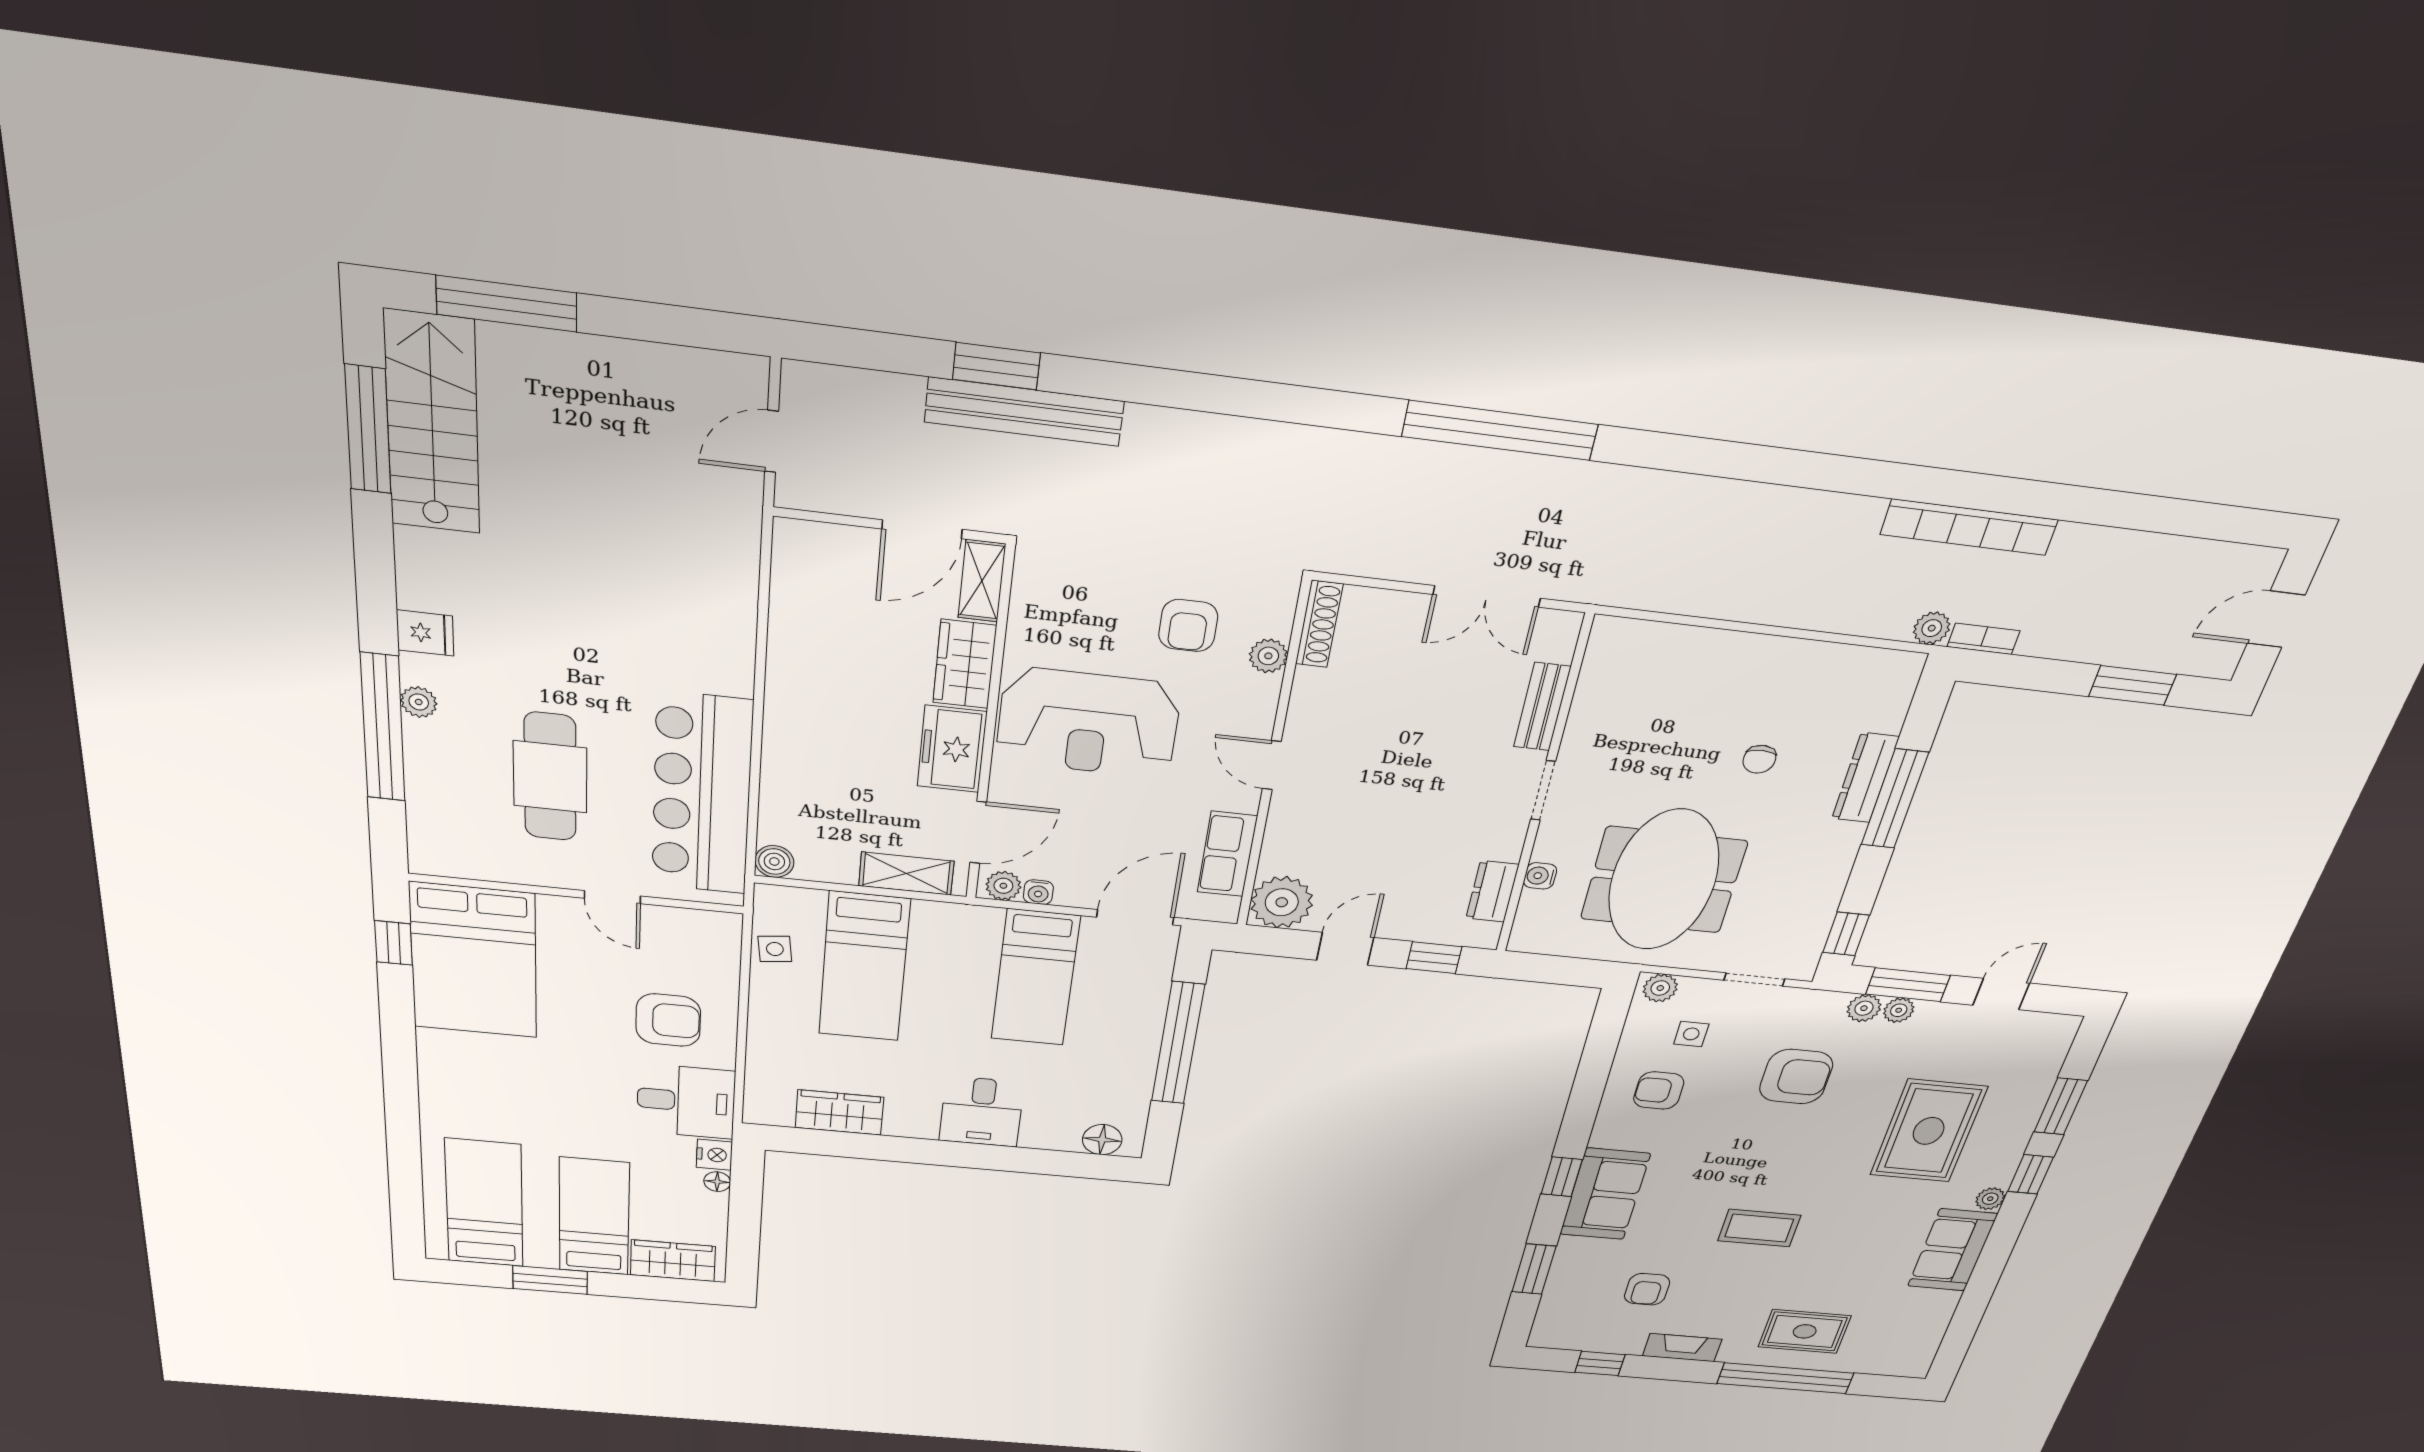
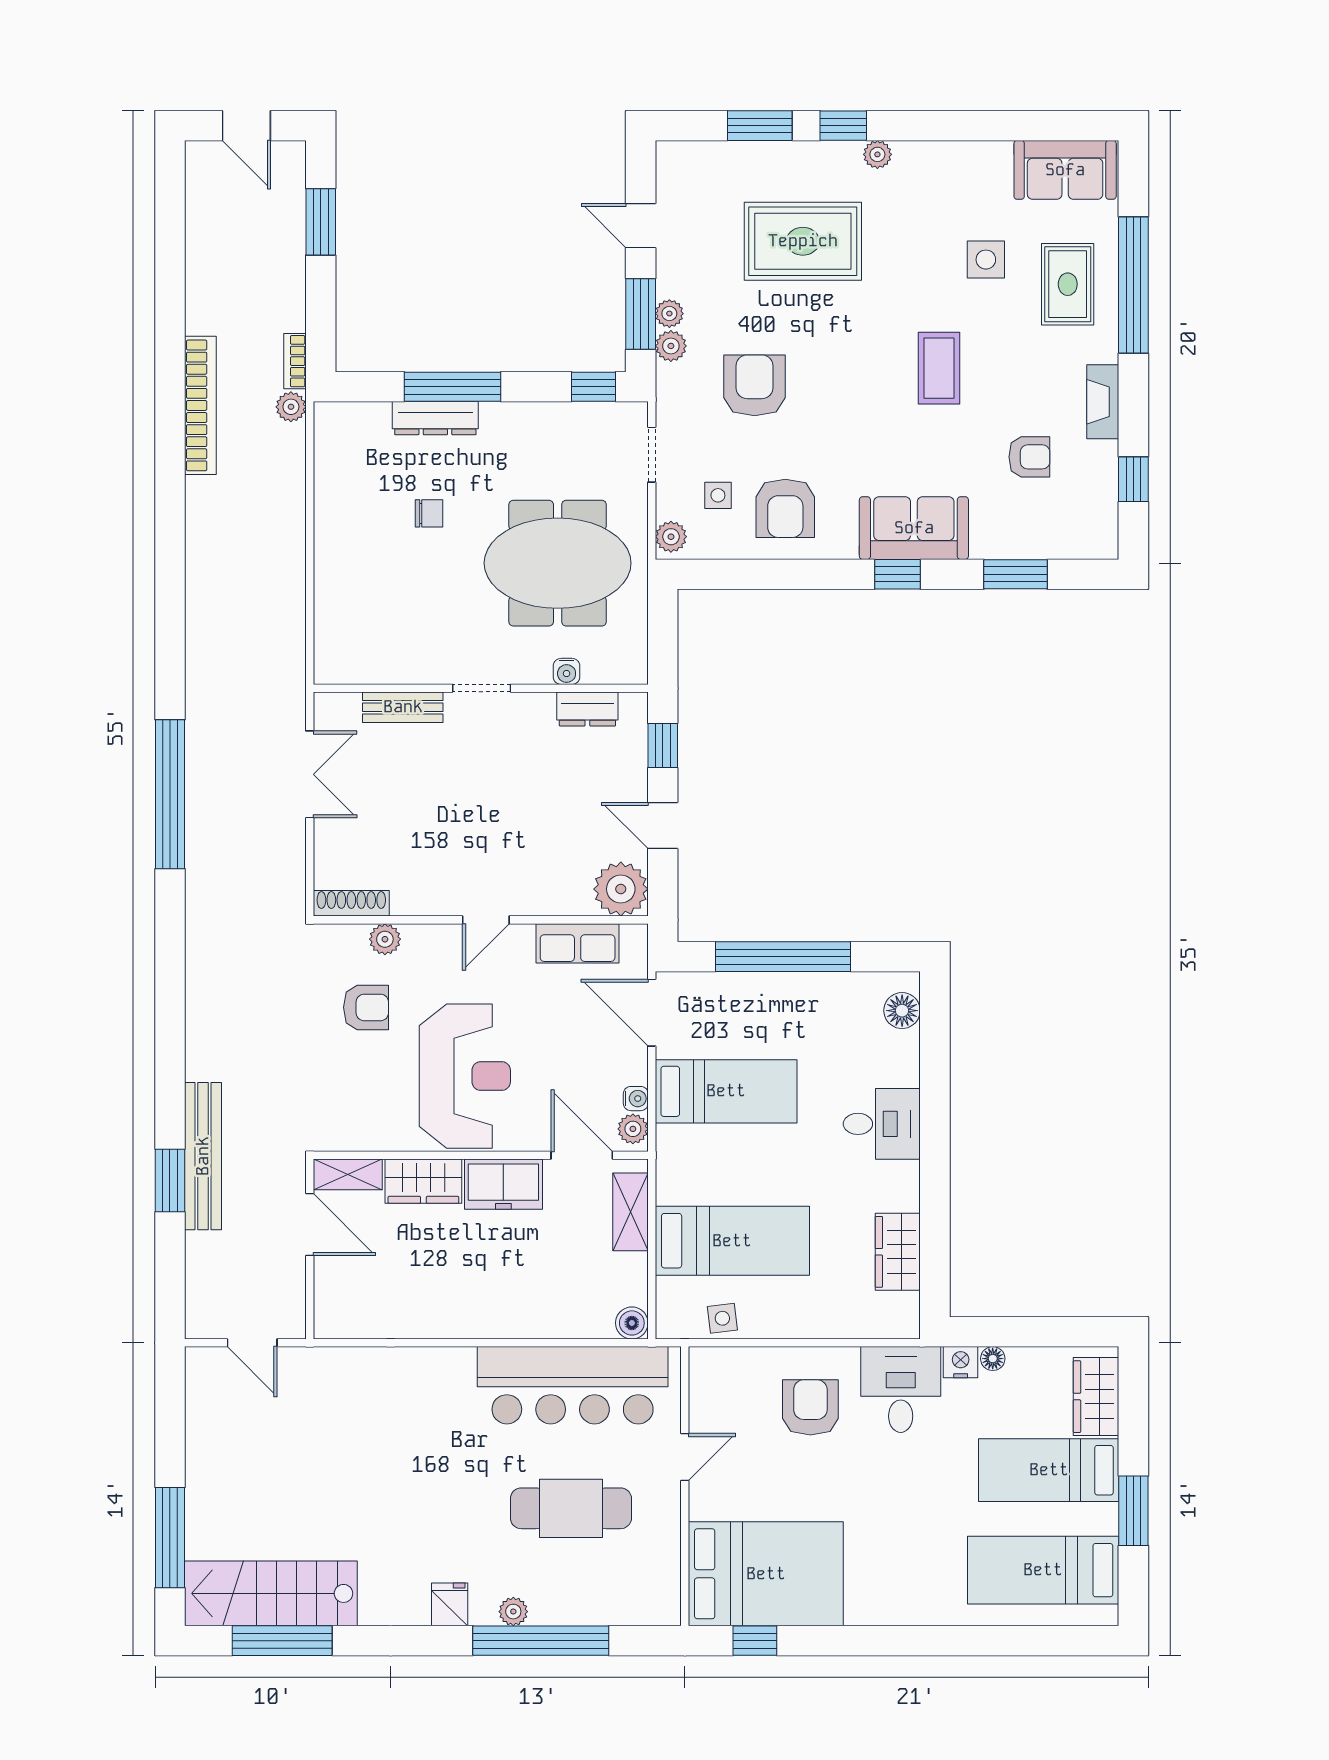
armchair: (1659, 1091) -> (785, 508), width x1.38, depth x1.38
sofa: (1952, 1250) -> (1065, 170), moved
side table: (1852, 1273) -> (986, 260), added

